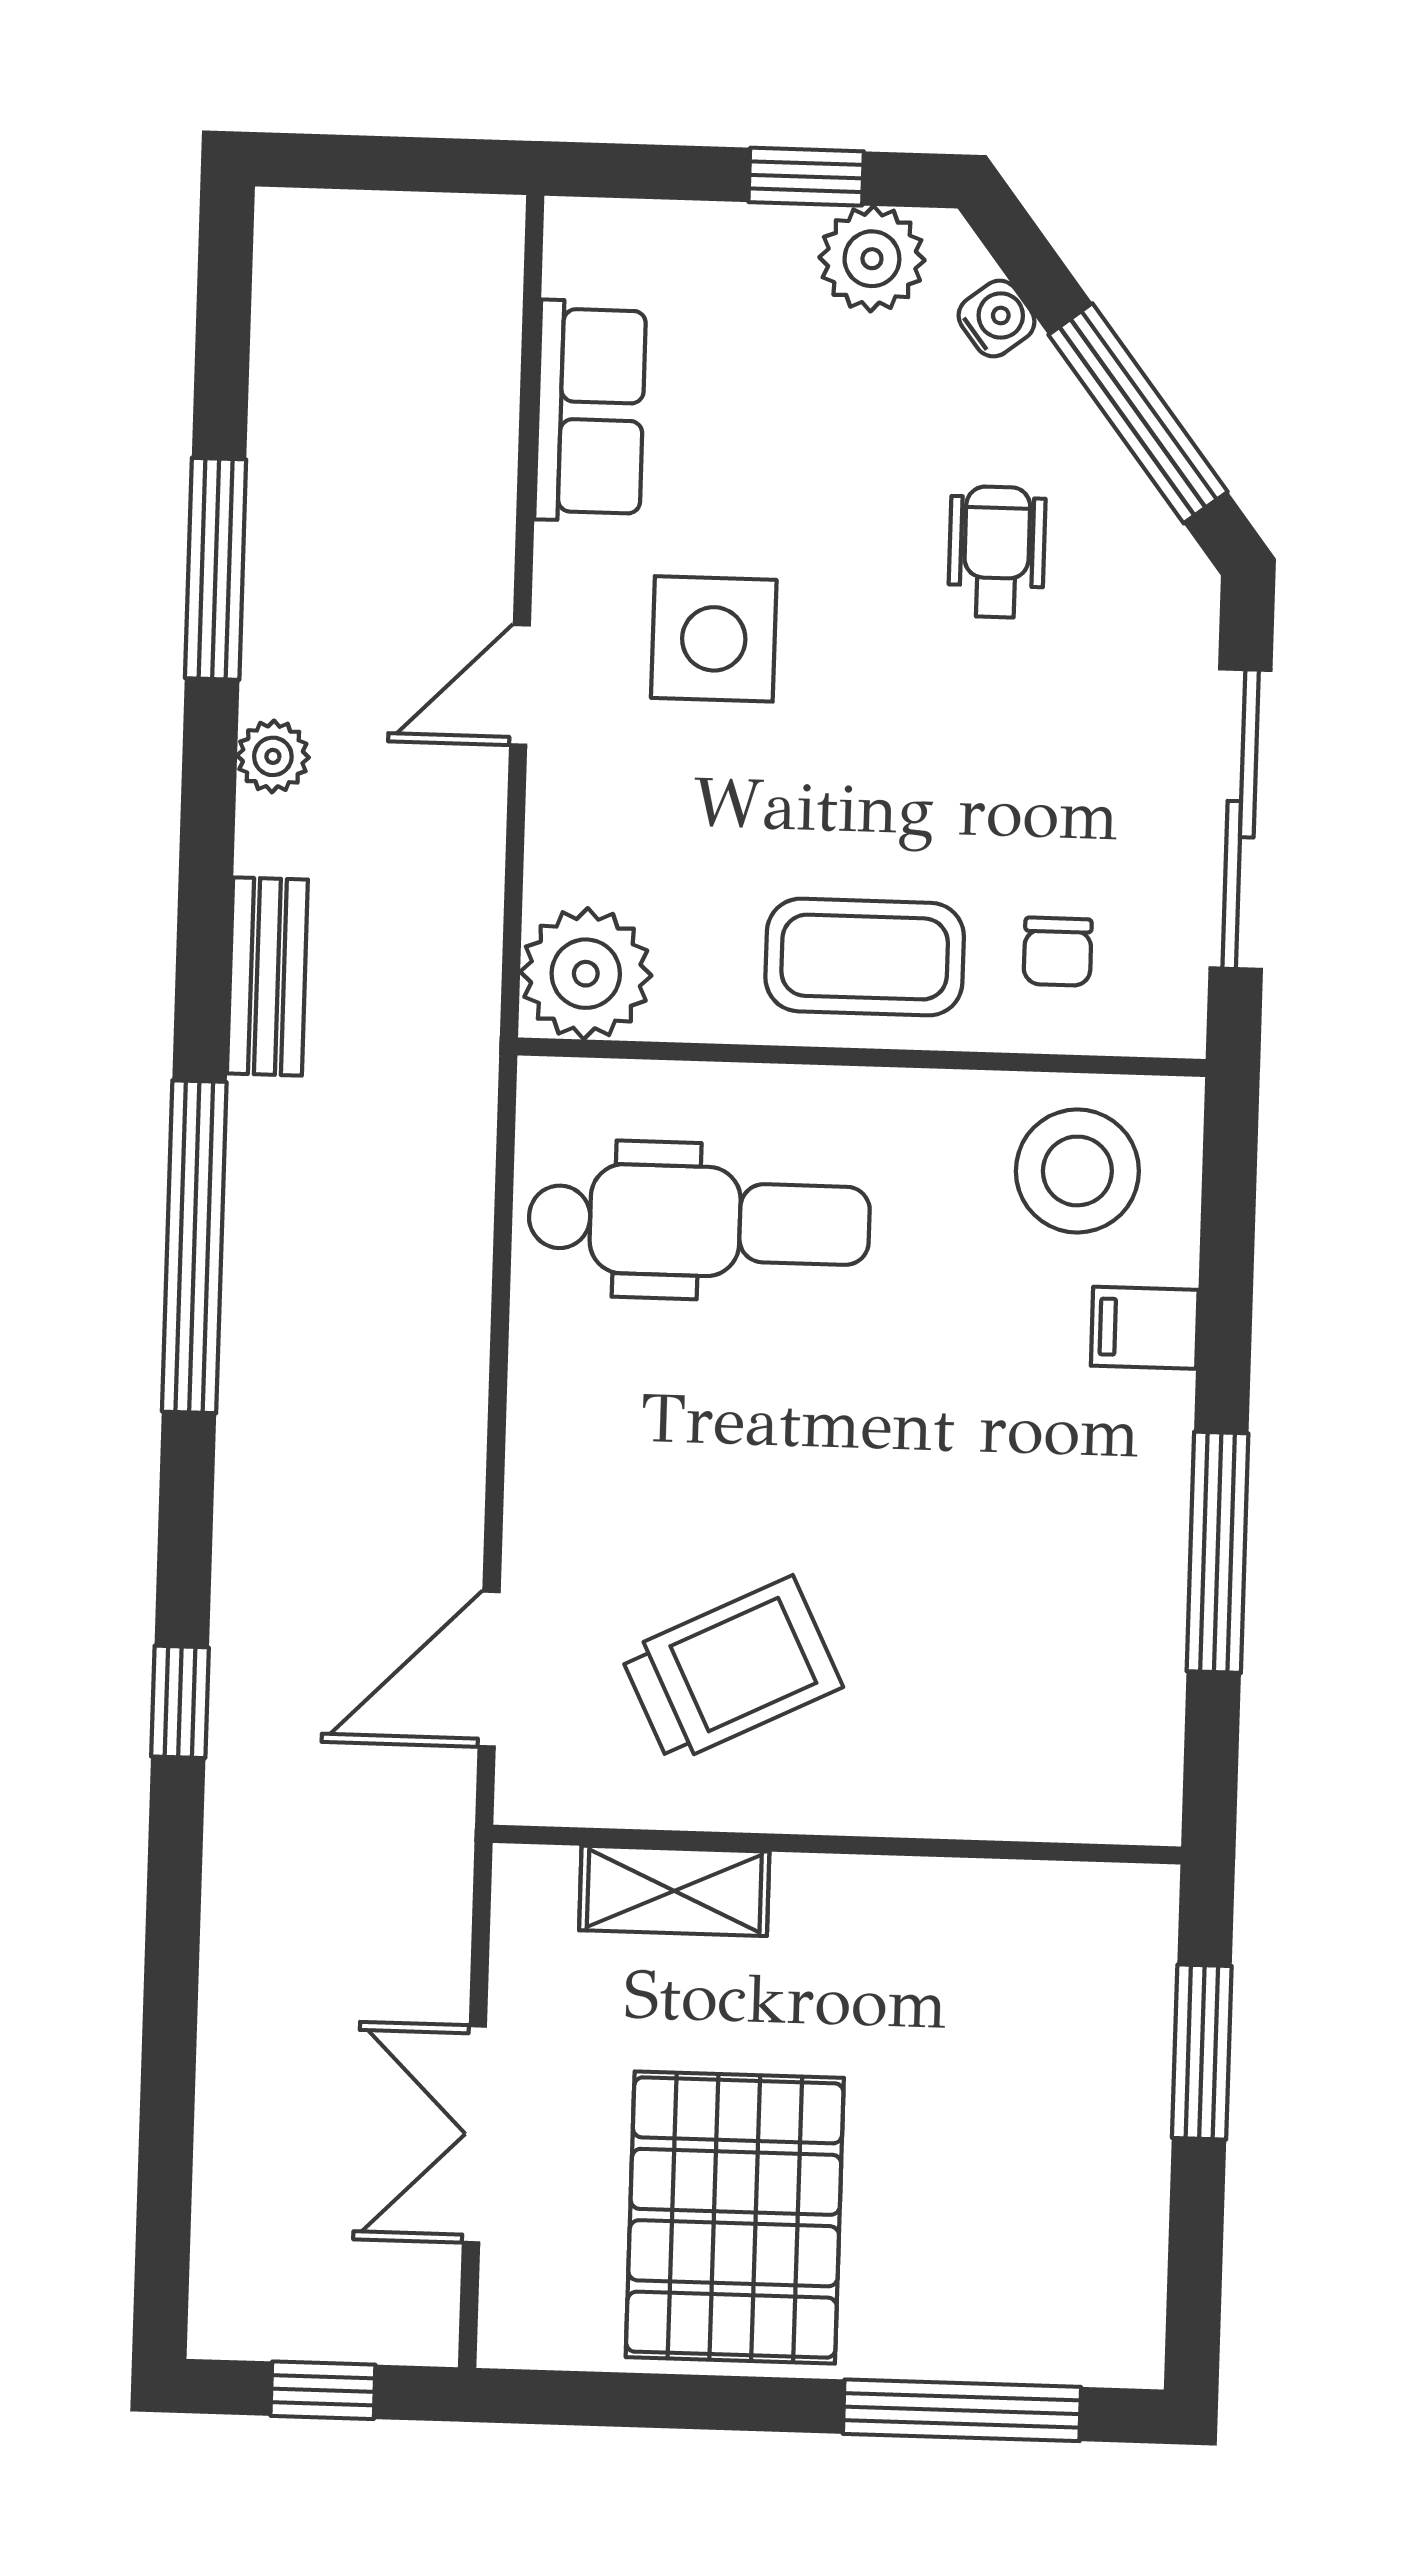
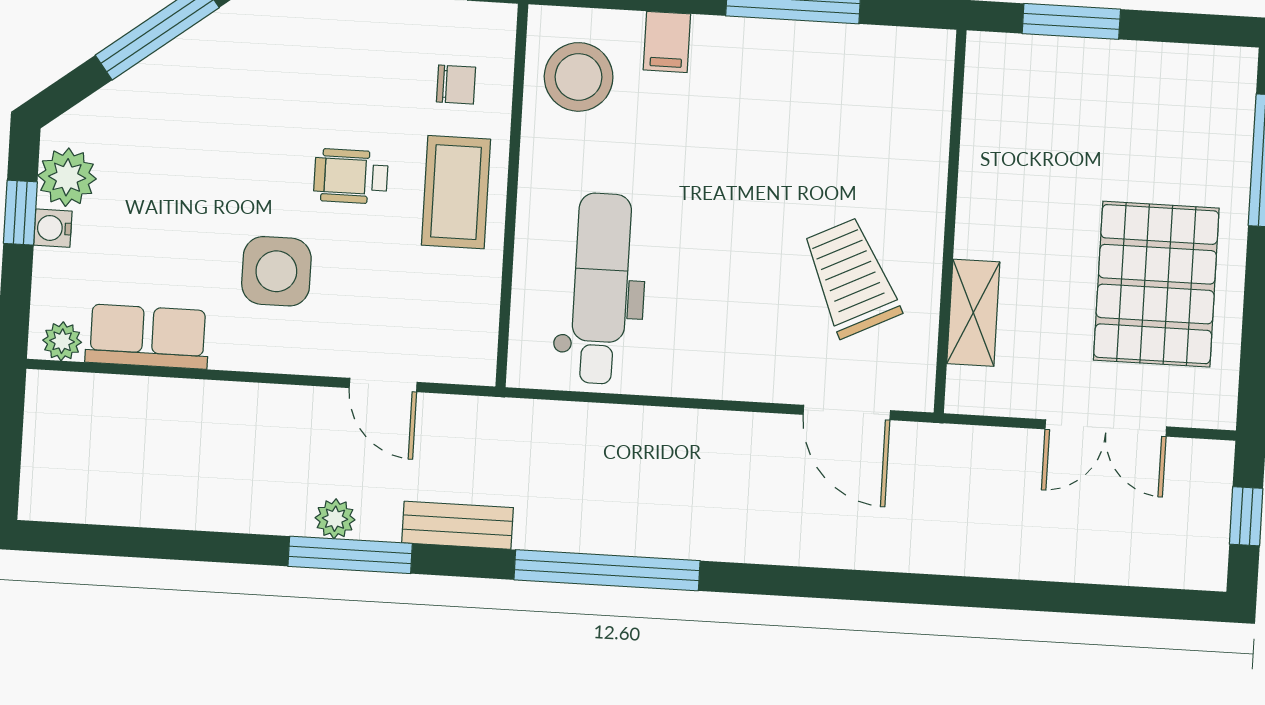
water cooler: (997, 319) -> (53, 228), moved, turned -53
wheelchair: (997, 552) -> (351, 176), moved
window: (216, 569) -> (350, 555), moved
door: (520, 685) -> (383, 385), moved
plant: (586, 974) -> (62, 341), moved, width x0.53, depth x0.53
window: (180, 1702) -> (860, 585), removed
pallet: (735, 2218) -> (1156, 284), turned 90

